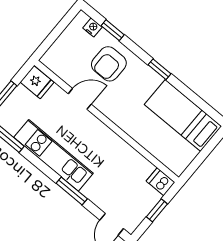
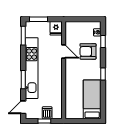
kitchen unit: (53, 155) -> (32, 68), width x1.36
dishwasher: (161, 182) -> (47, 113), moved

